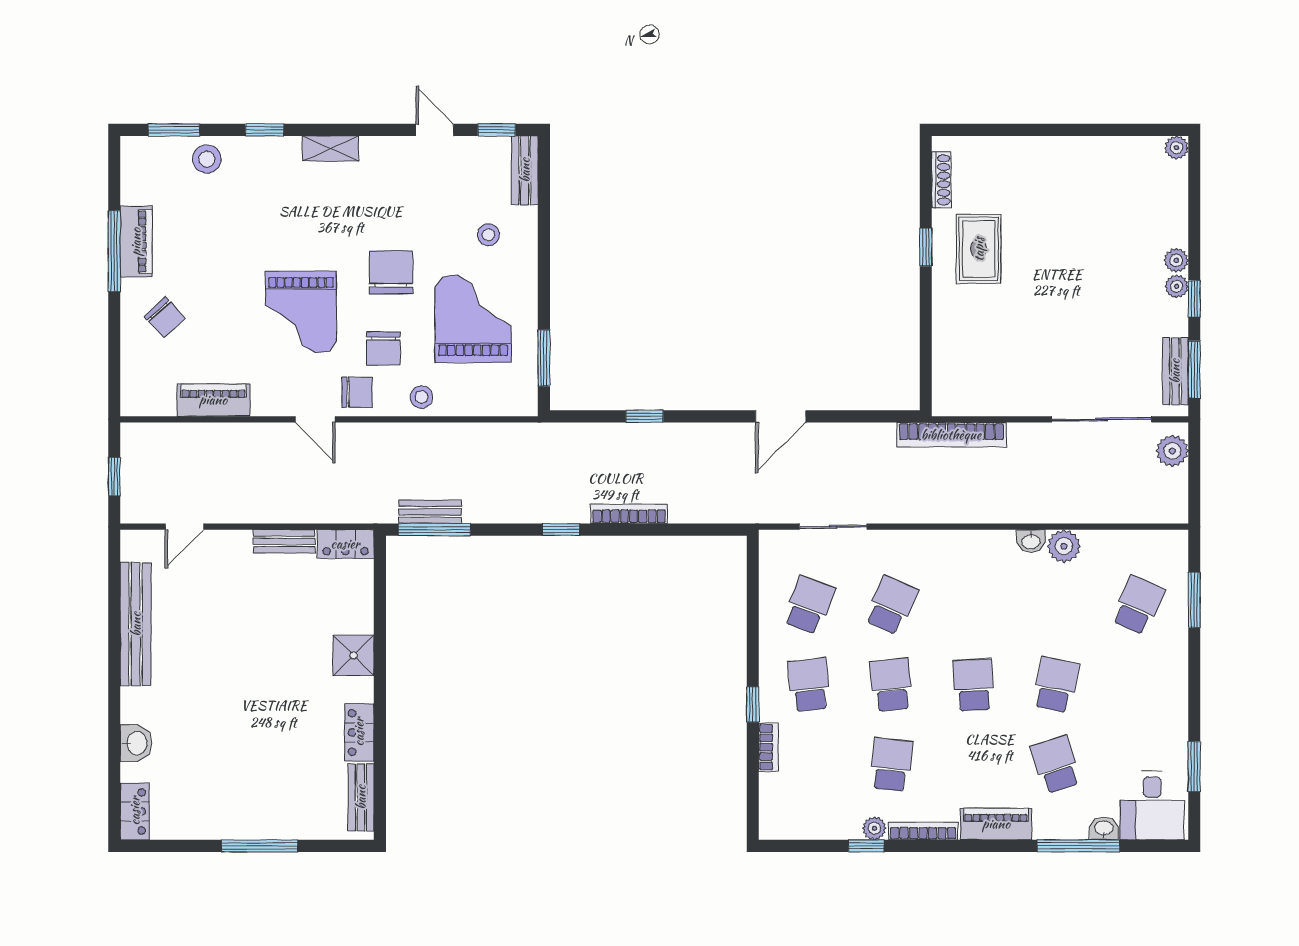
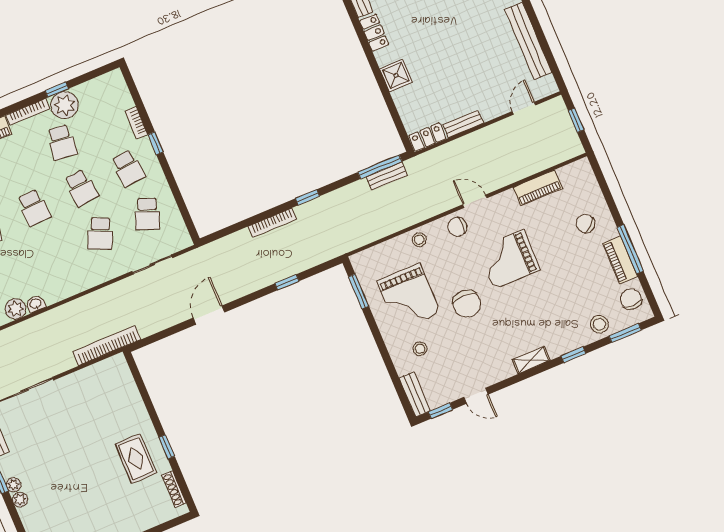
grand piano: (301, 312) -> (509, 259), turned -90
chair: (383, 349) -> (631, 299), moved
plant: (874, 828) -> (65, 105), width x1.88, depth x1.88

